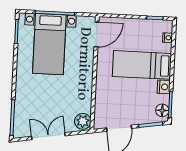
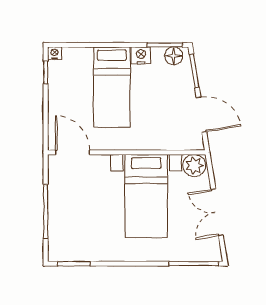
nightstand: (168, 38) -> (54, 53), moved
bed with nightstands: (49, 44) -> (146, 196), moved, turned 90

